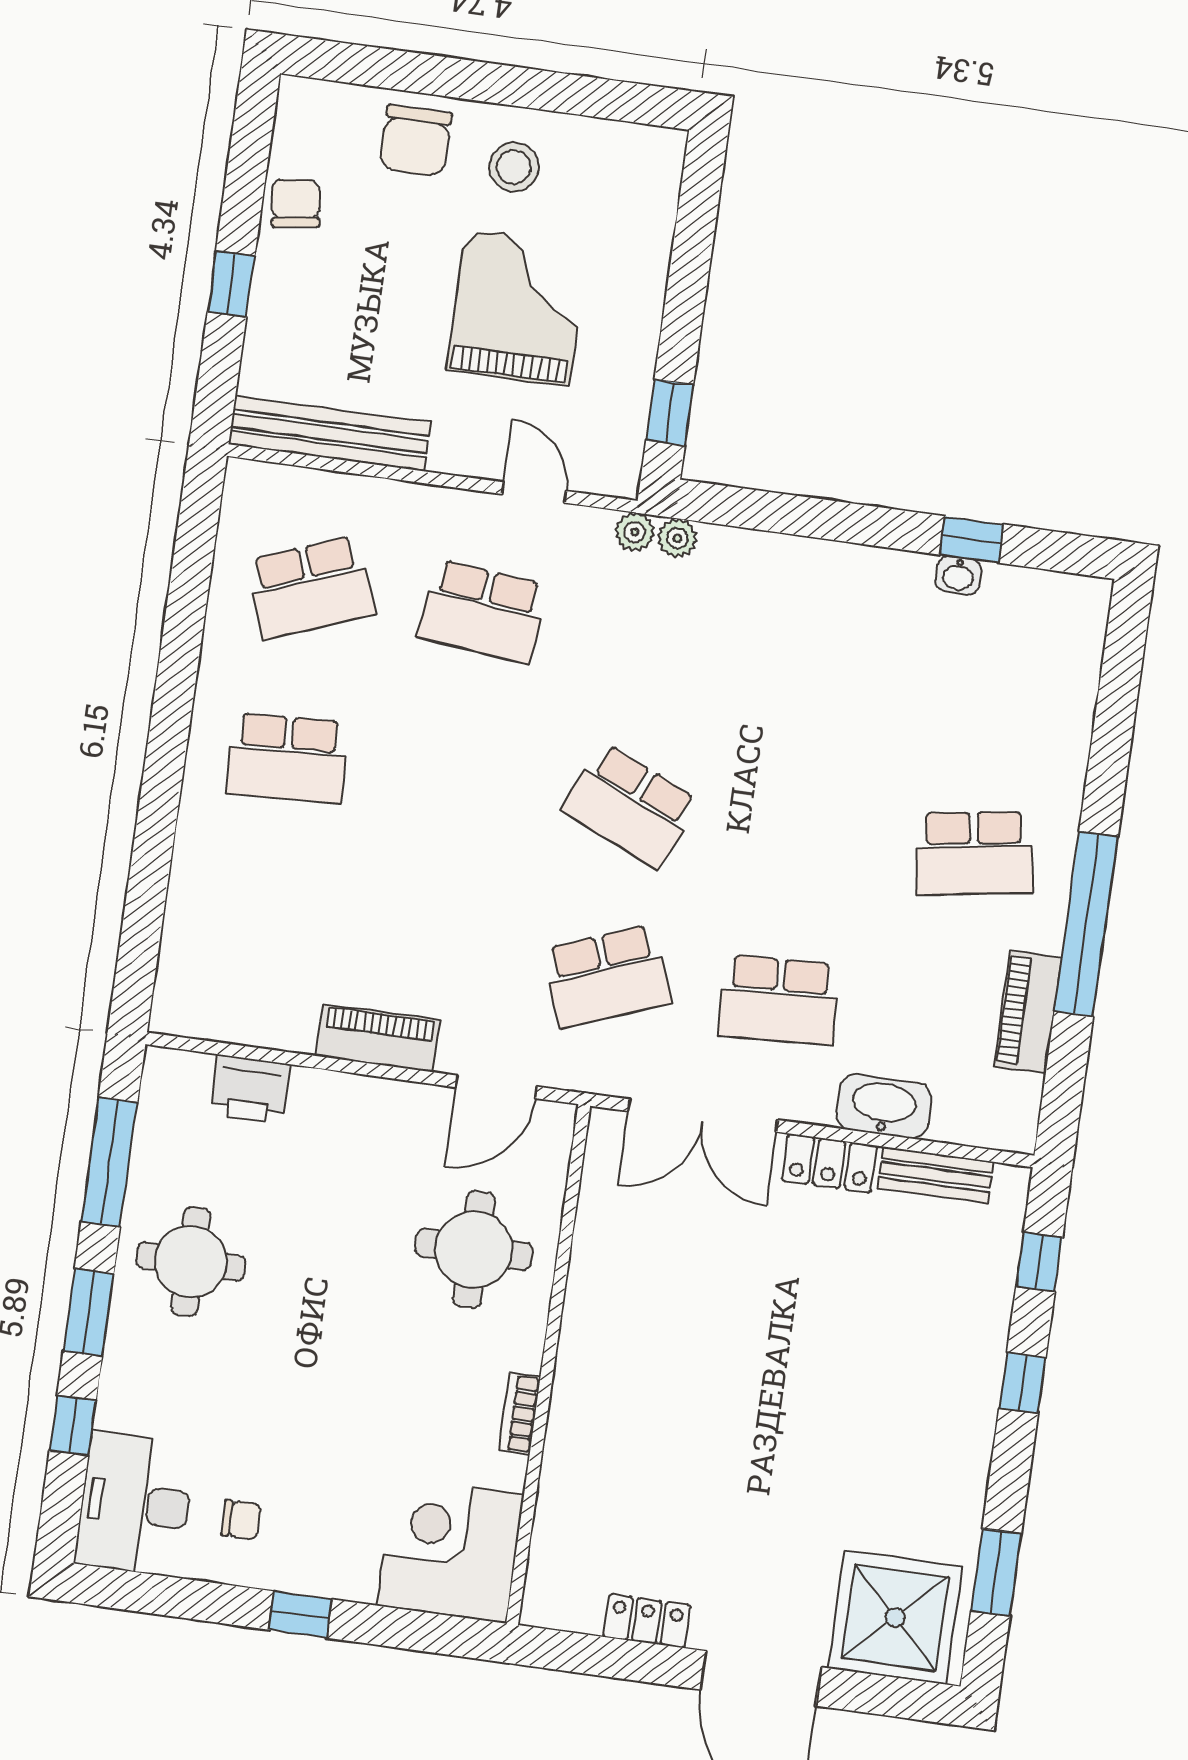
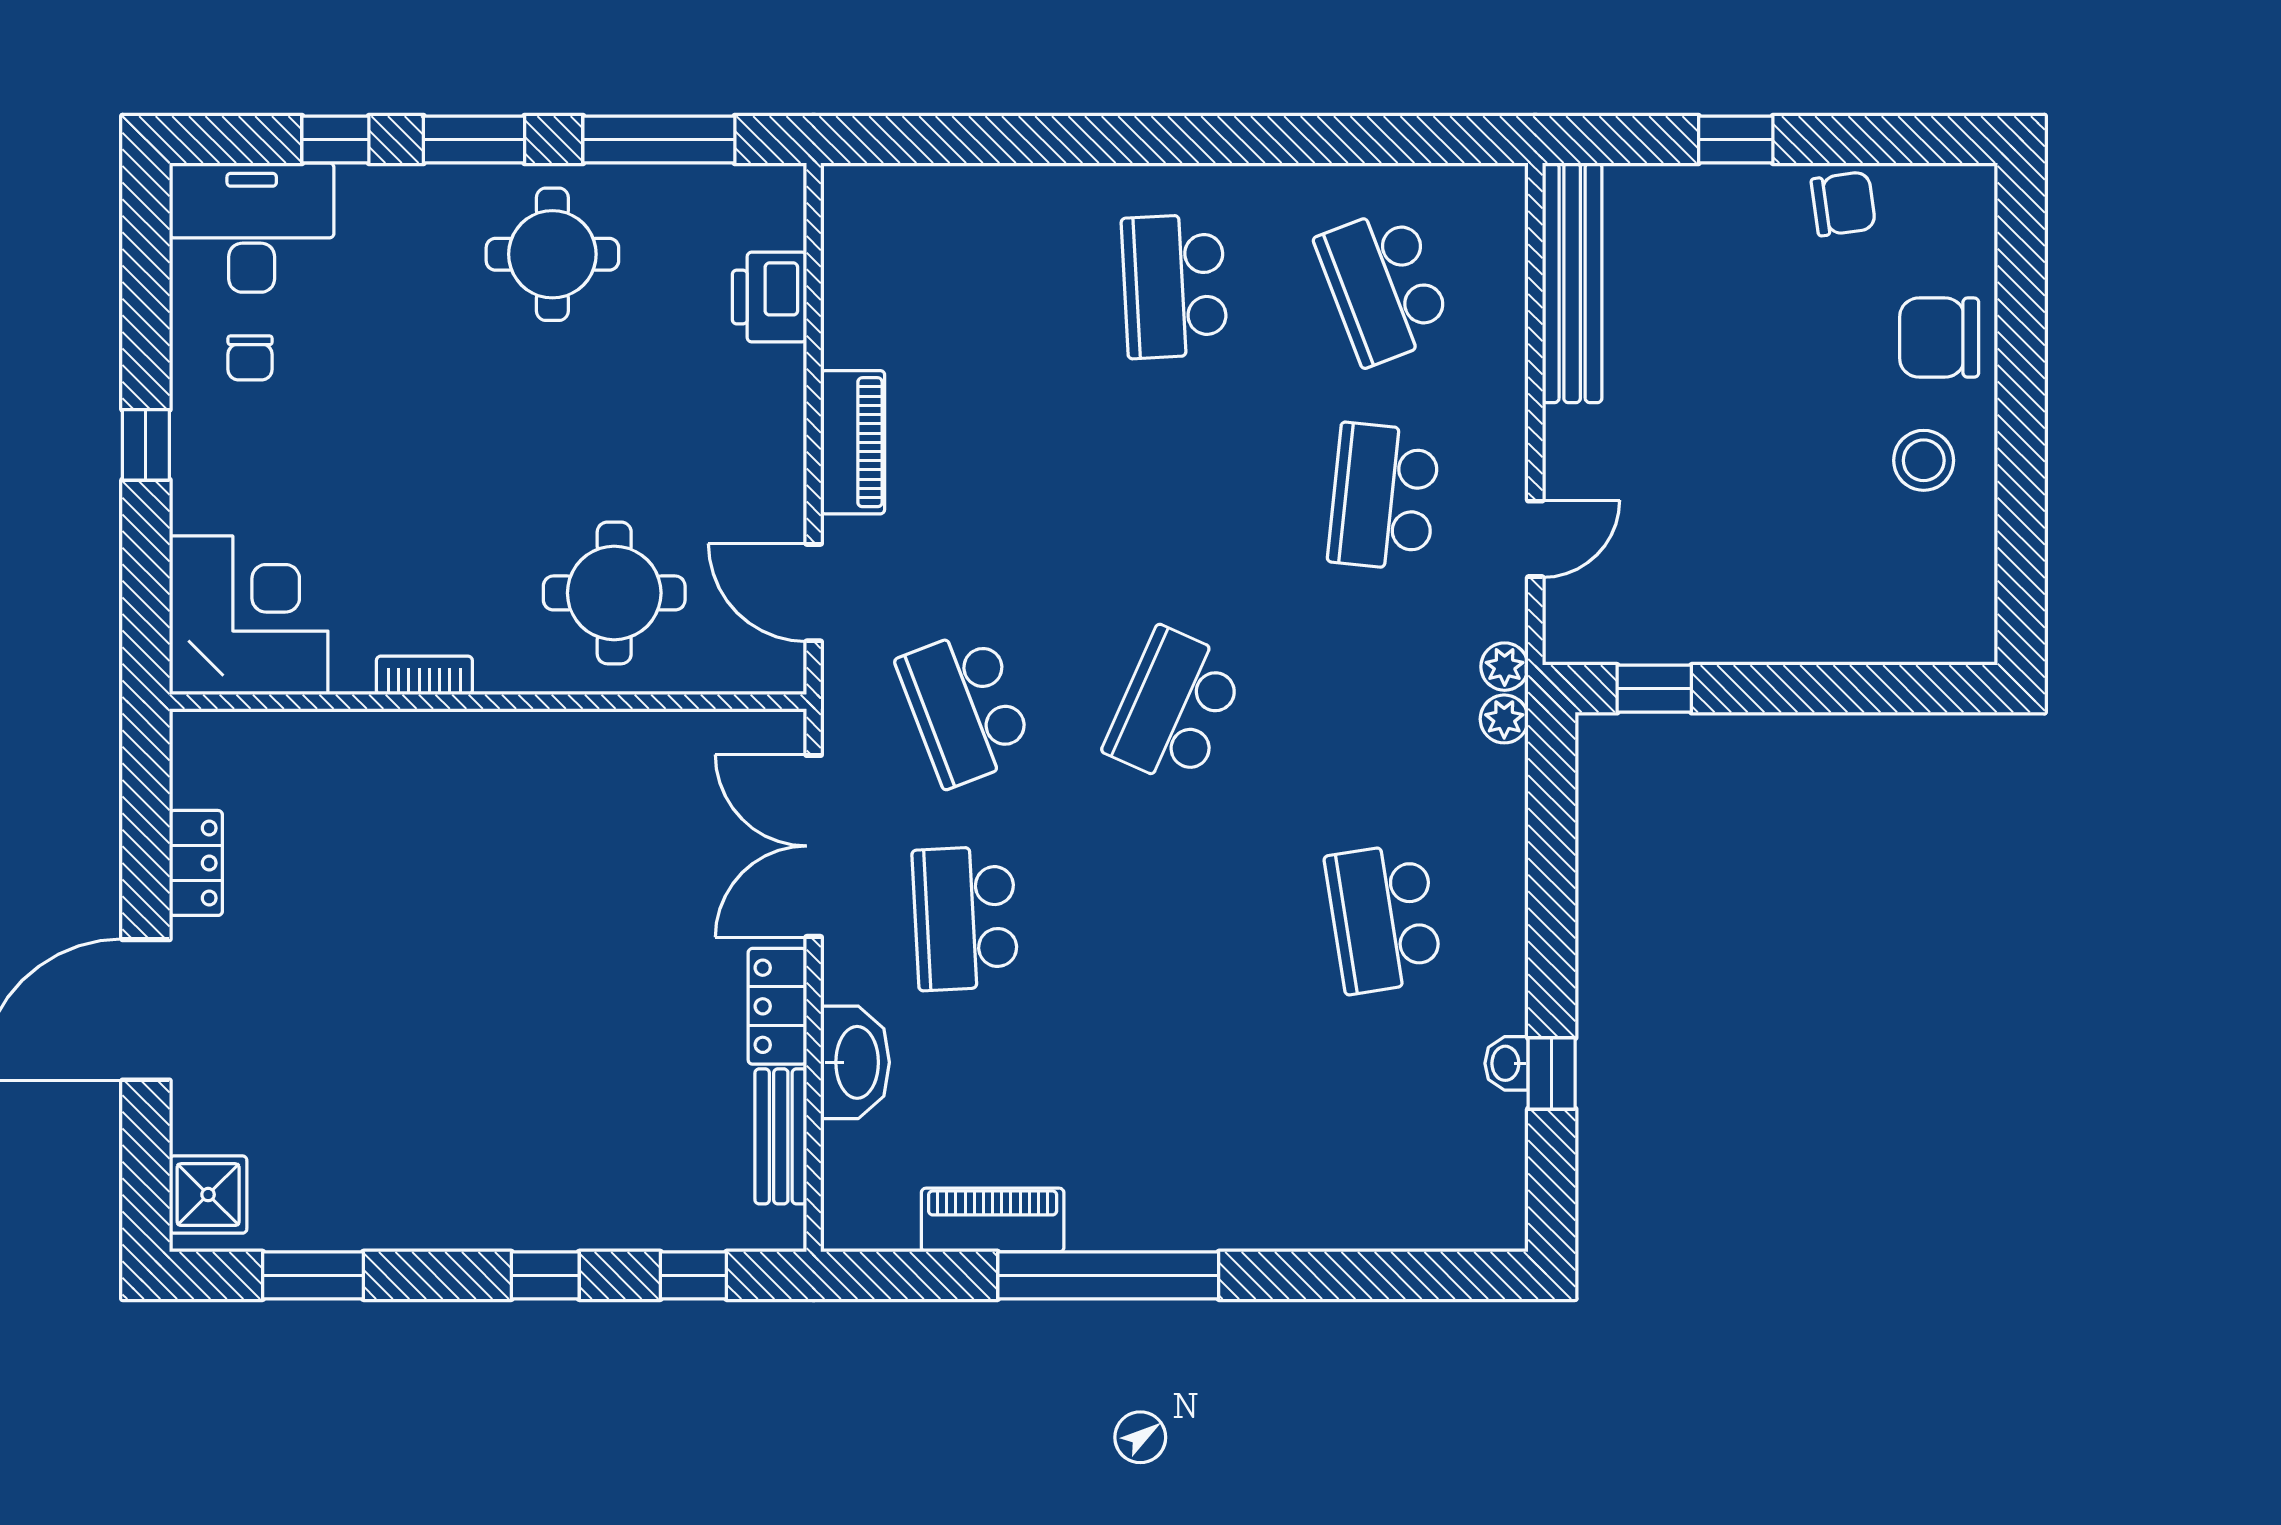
grand piano: (517, 307) -> (1755, 488), removed
school desk: (974, 853) -> (1384, 918), moved
shower: (895, 1618) -> (208, 1195), width x0.54, depth x0.54

